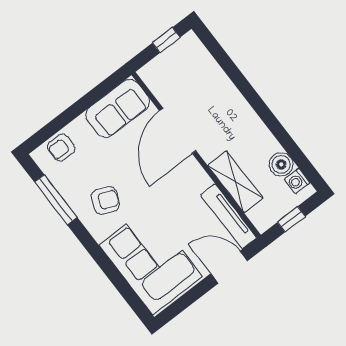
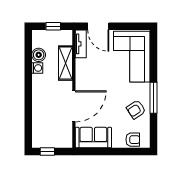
washing machine: (297, 181) -> (37, 68), moved
window: (56, 200) -> (153, 98), moved
armchair: (105, 200) -> (136, 109), moved, turned -56
tv unit: (229, 216) -> (81, 44), width x0.71

